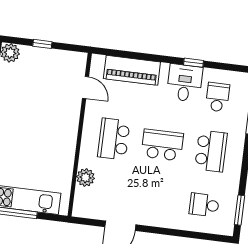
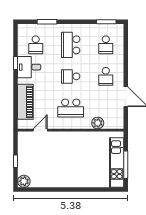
school desk: (218, 97) -> (36, 45), turned -90
school desk: (162, 145) -> (71, 76), width x0.54
school desk: (211, 151) -> (71, 45), turned -90
school desk: (156, 199) -> (106, 76), added

